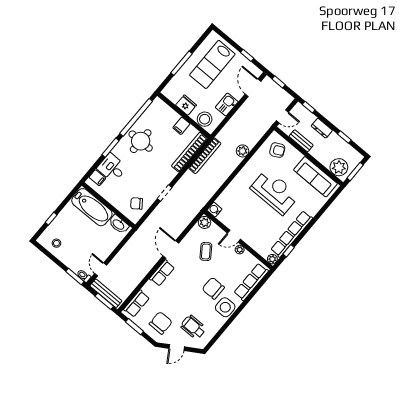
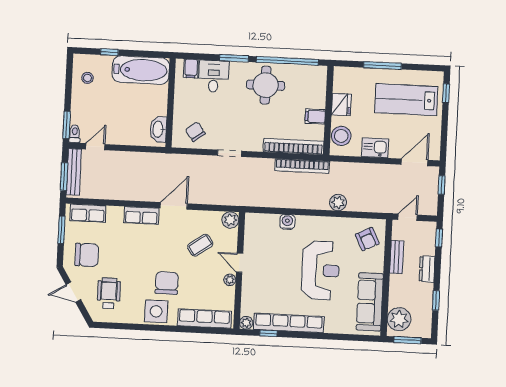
window: (247, 55) -> (446, 93), moved
door: (282, 116) -> (408, 217), swing flipped
bathtub: (92, 207) -> (141, 70), moved, turned -90
water cooler: (214, 210) -> (287, 222), moved

